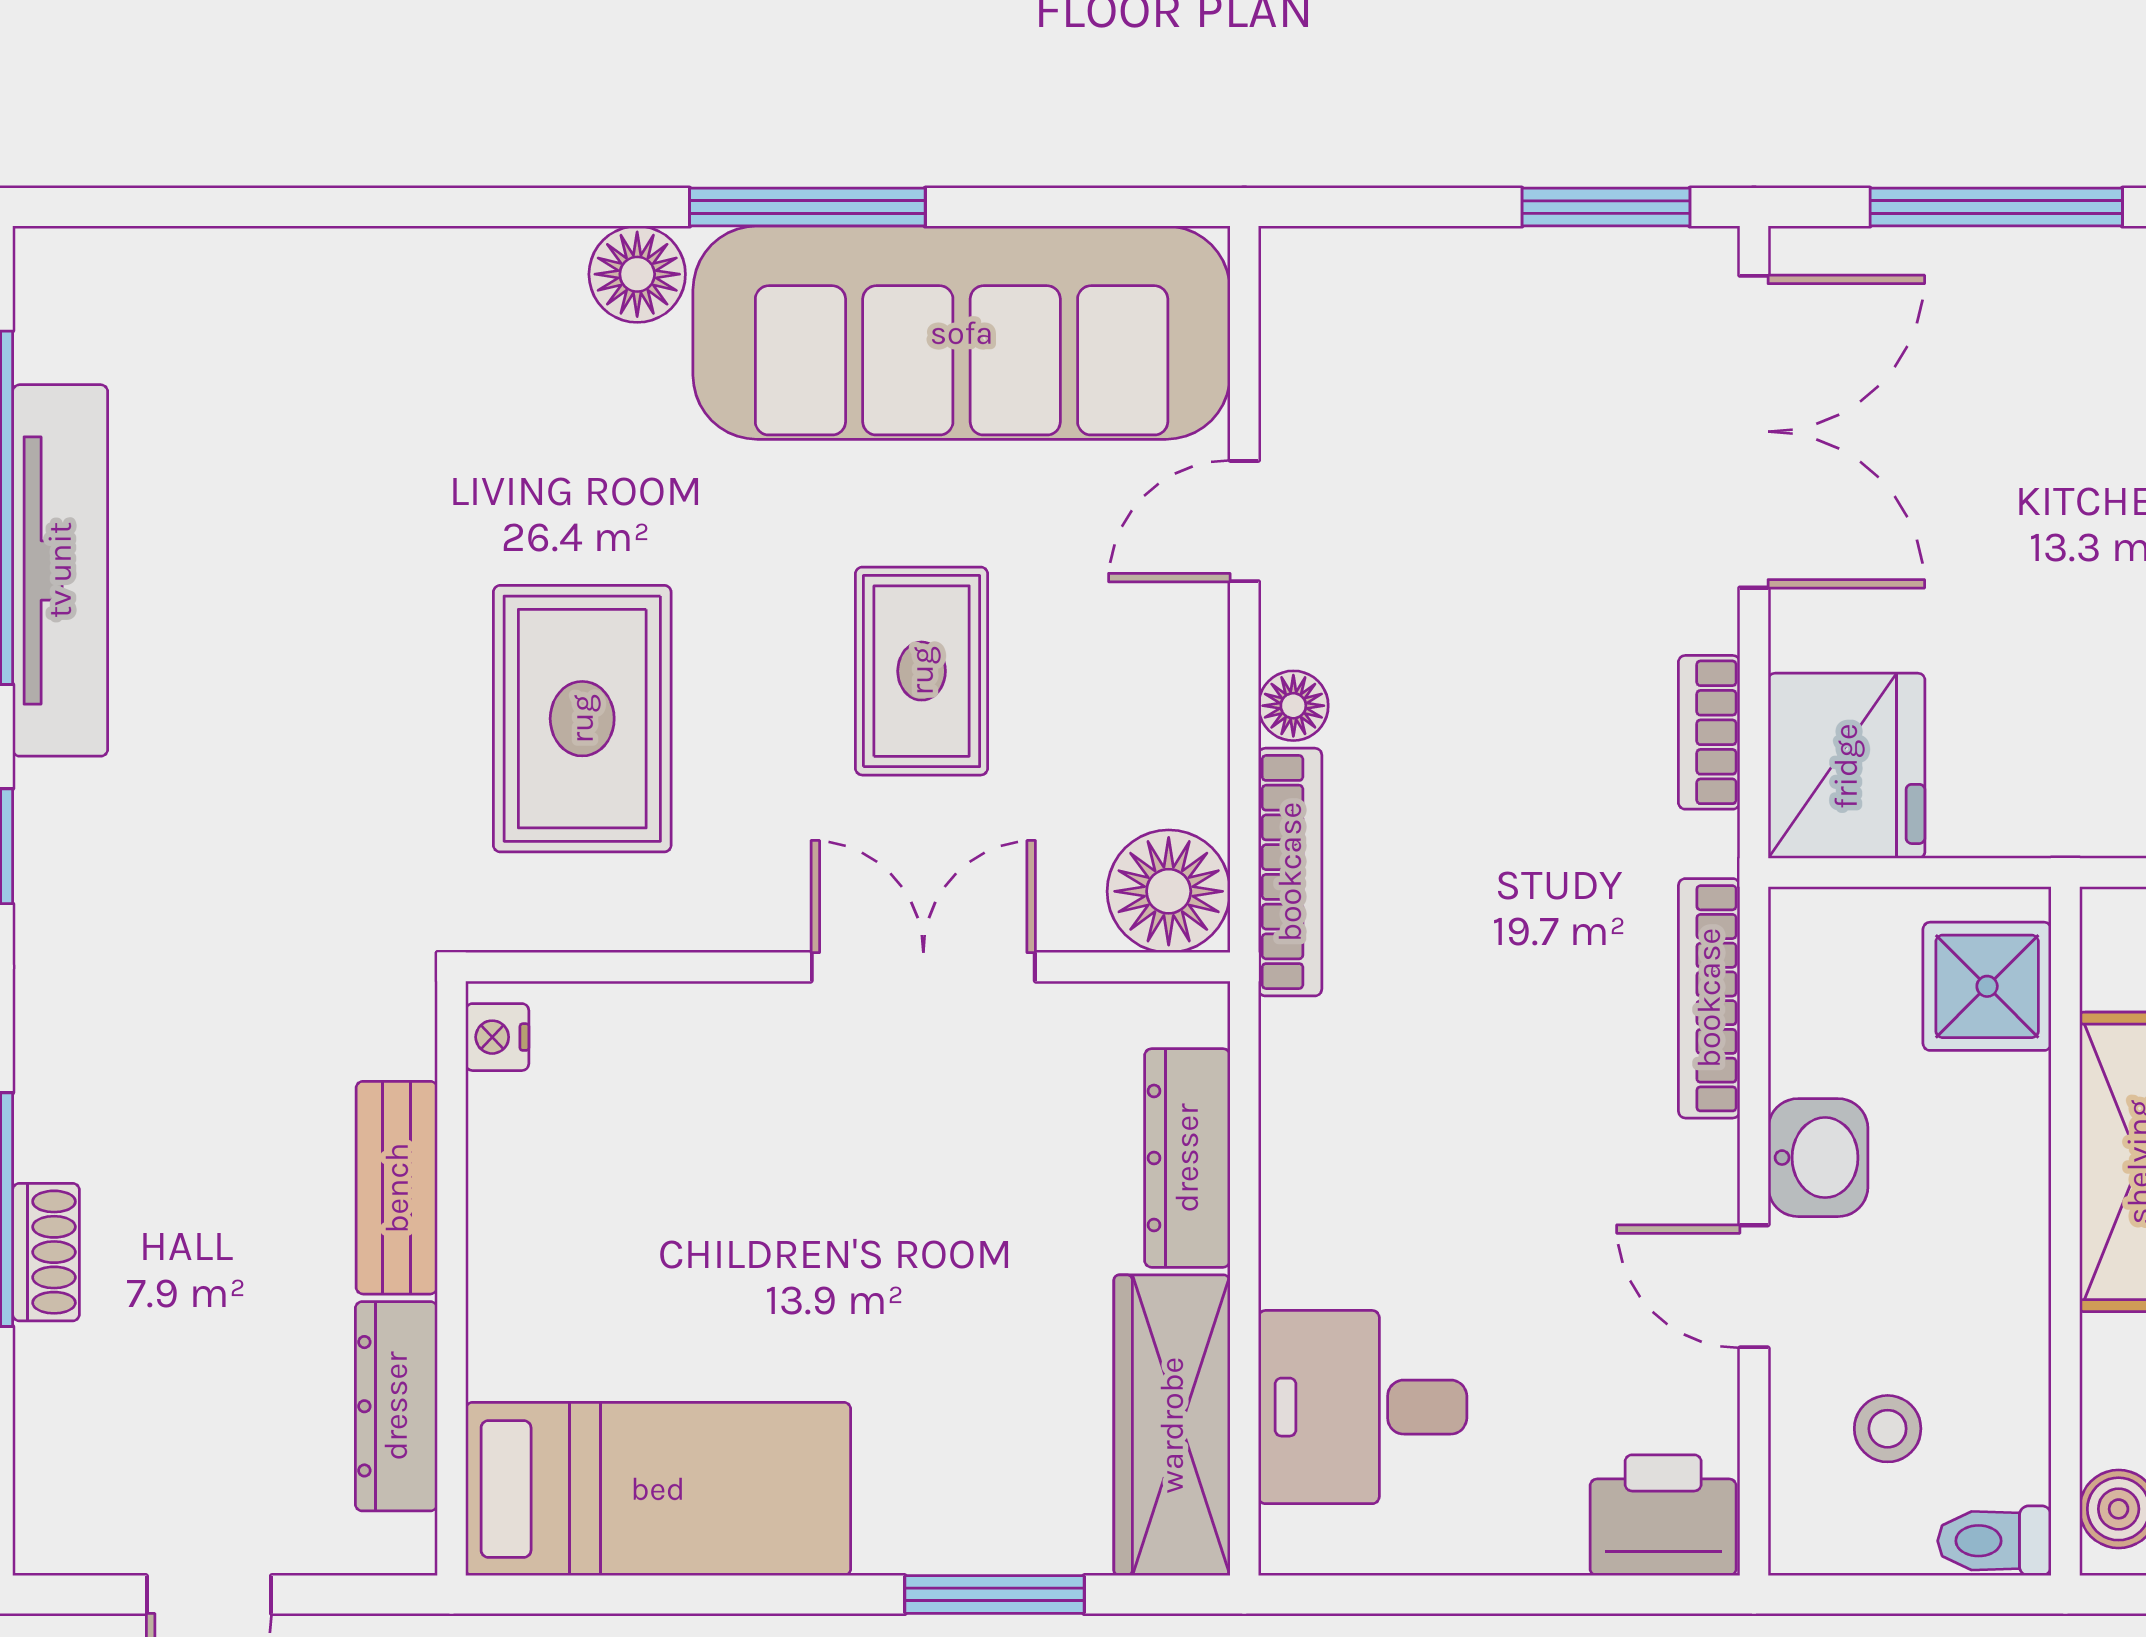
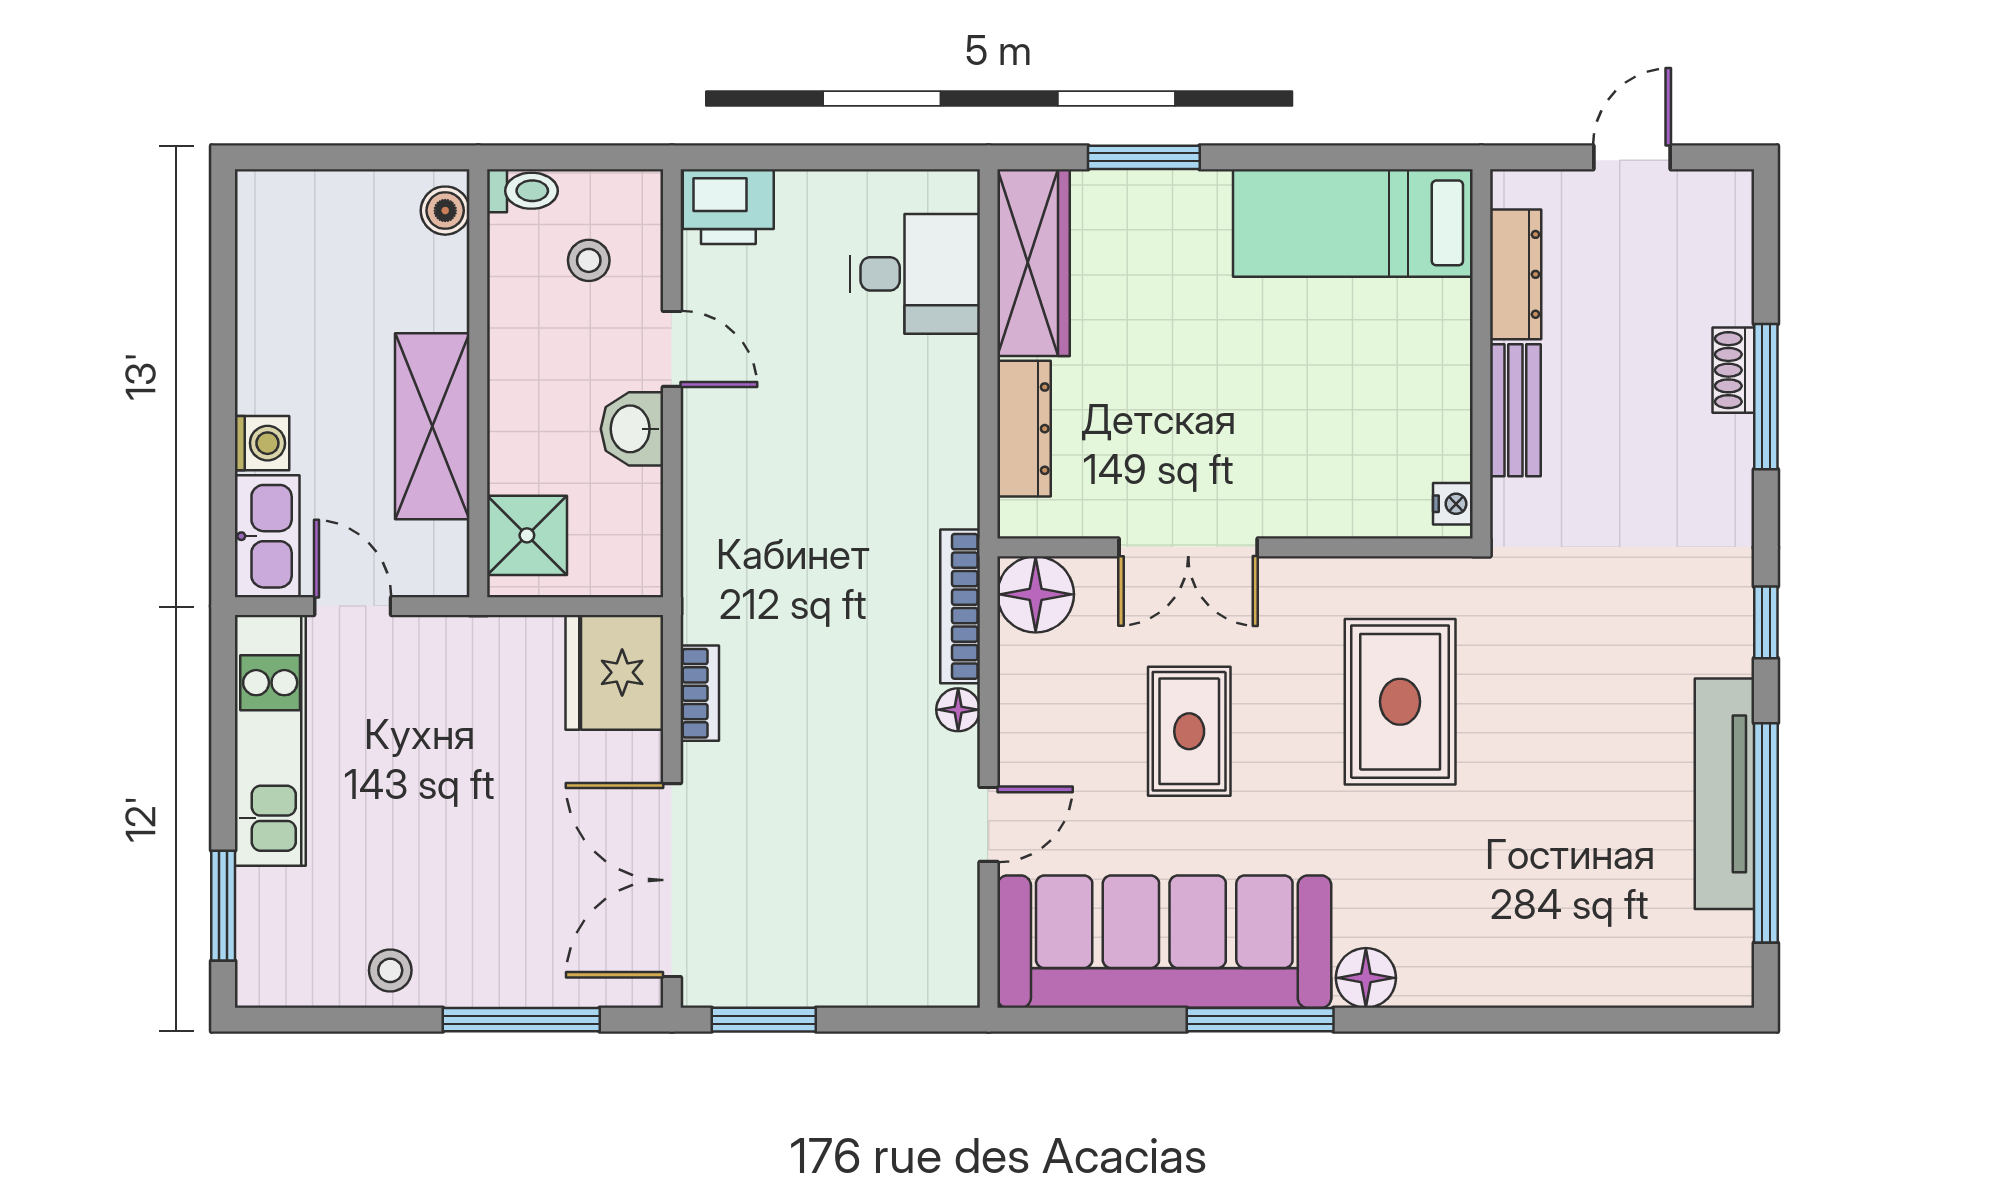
bookcase: (1709, 998) -> (700, 528), removed

